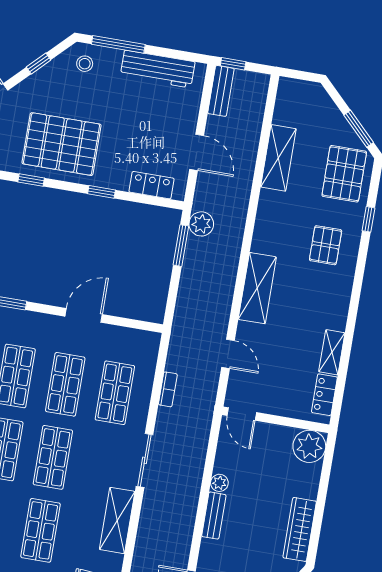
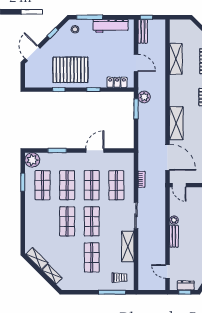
door: (228, 354) -> (168, 157), width x1.87

